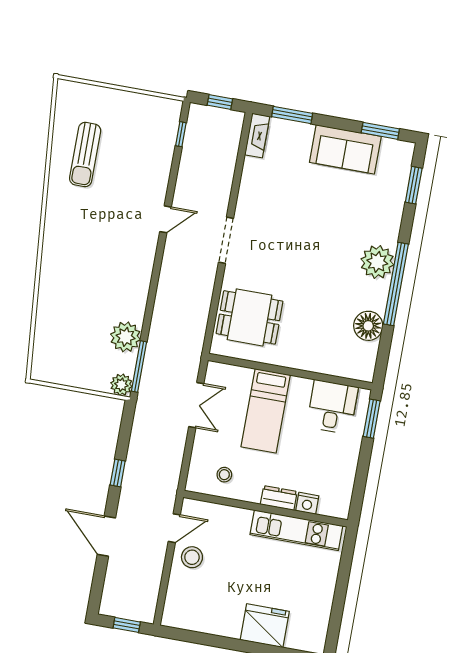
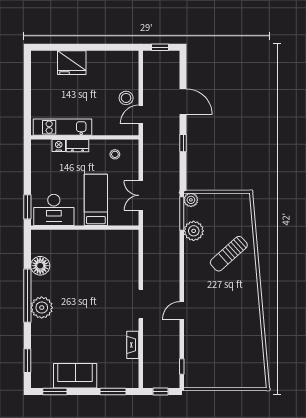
fireplace: (257, 136) -> (133, 345), moved
sun lounger: (85, 155) -> (229, 254), moved, turned -132
dining table: (250, 317) -> (117, 258), removed
desk: (332, 407) -> (54, 210), width x1.37

